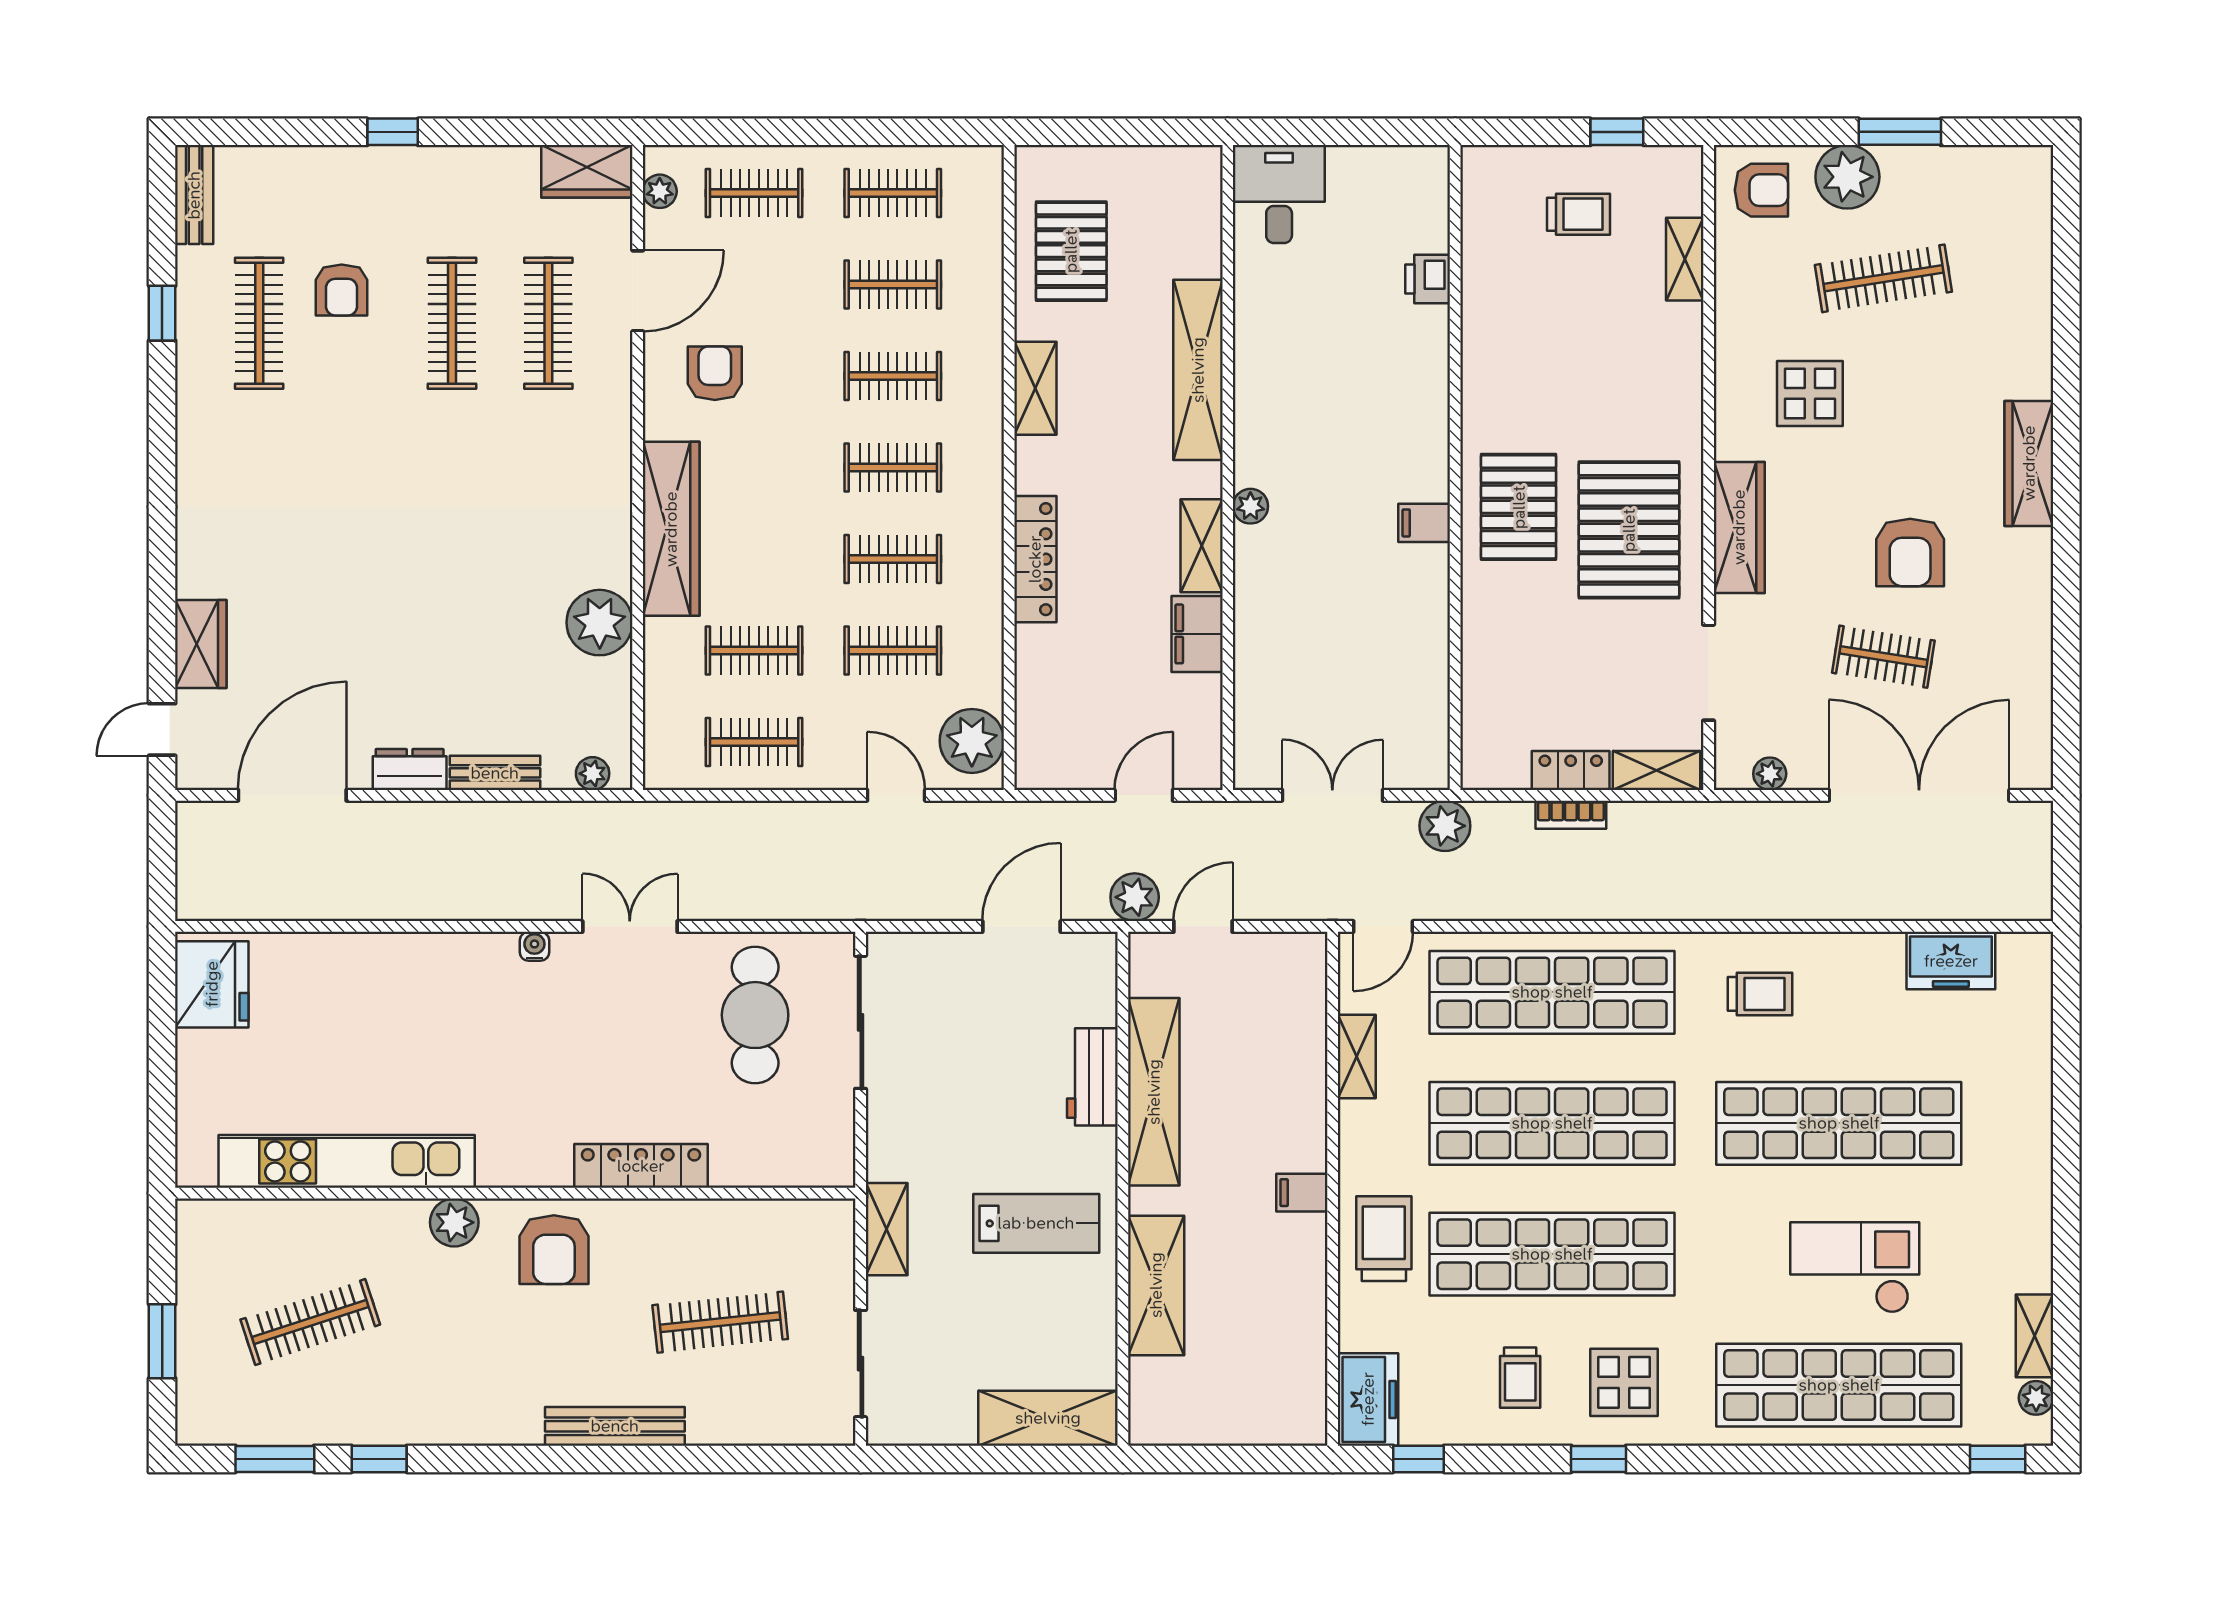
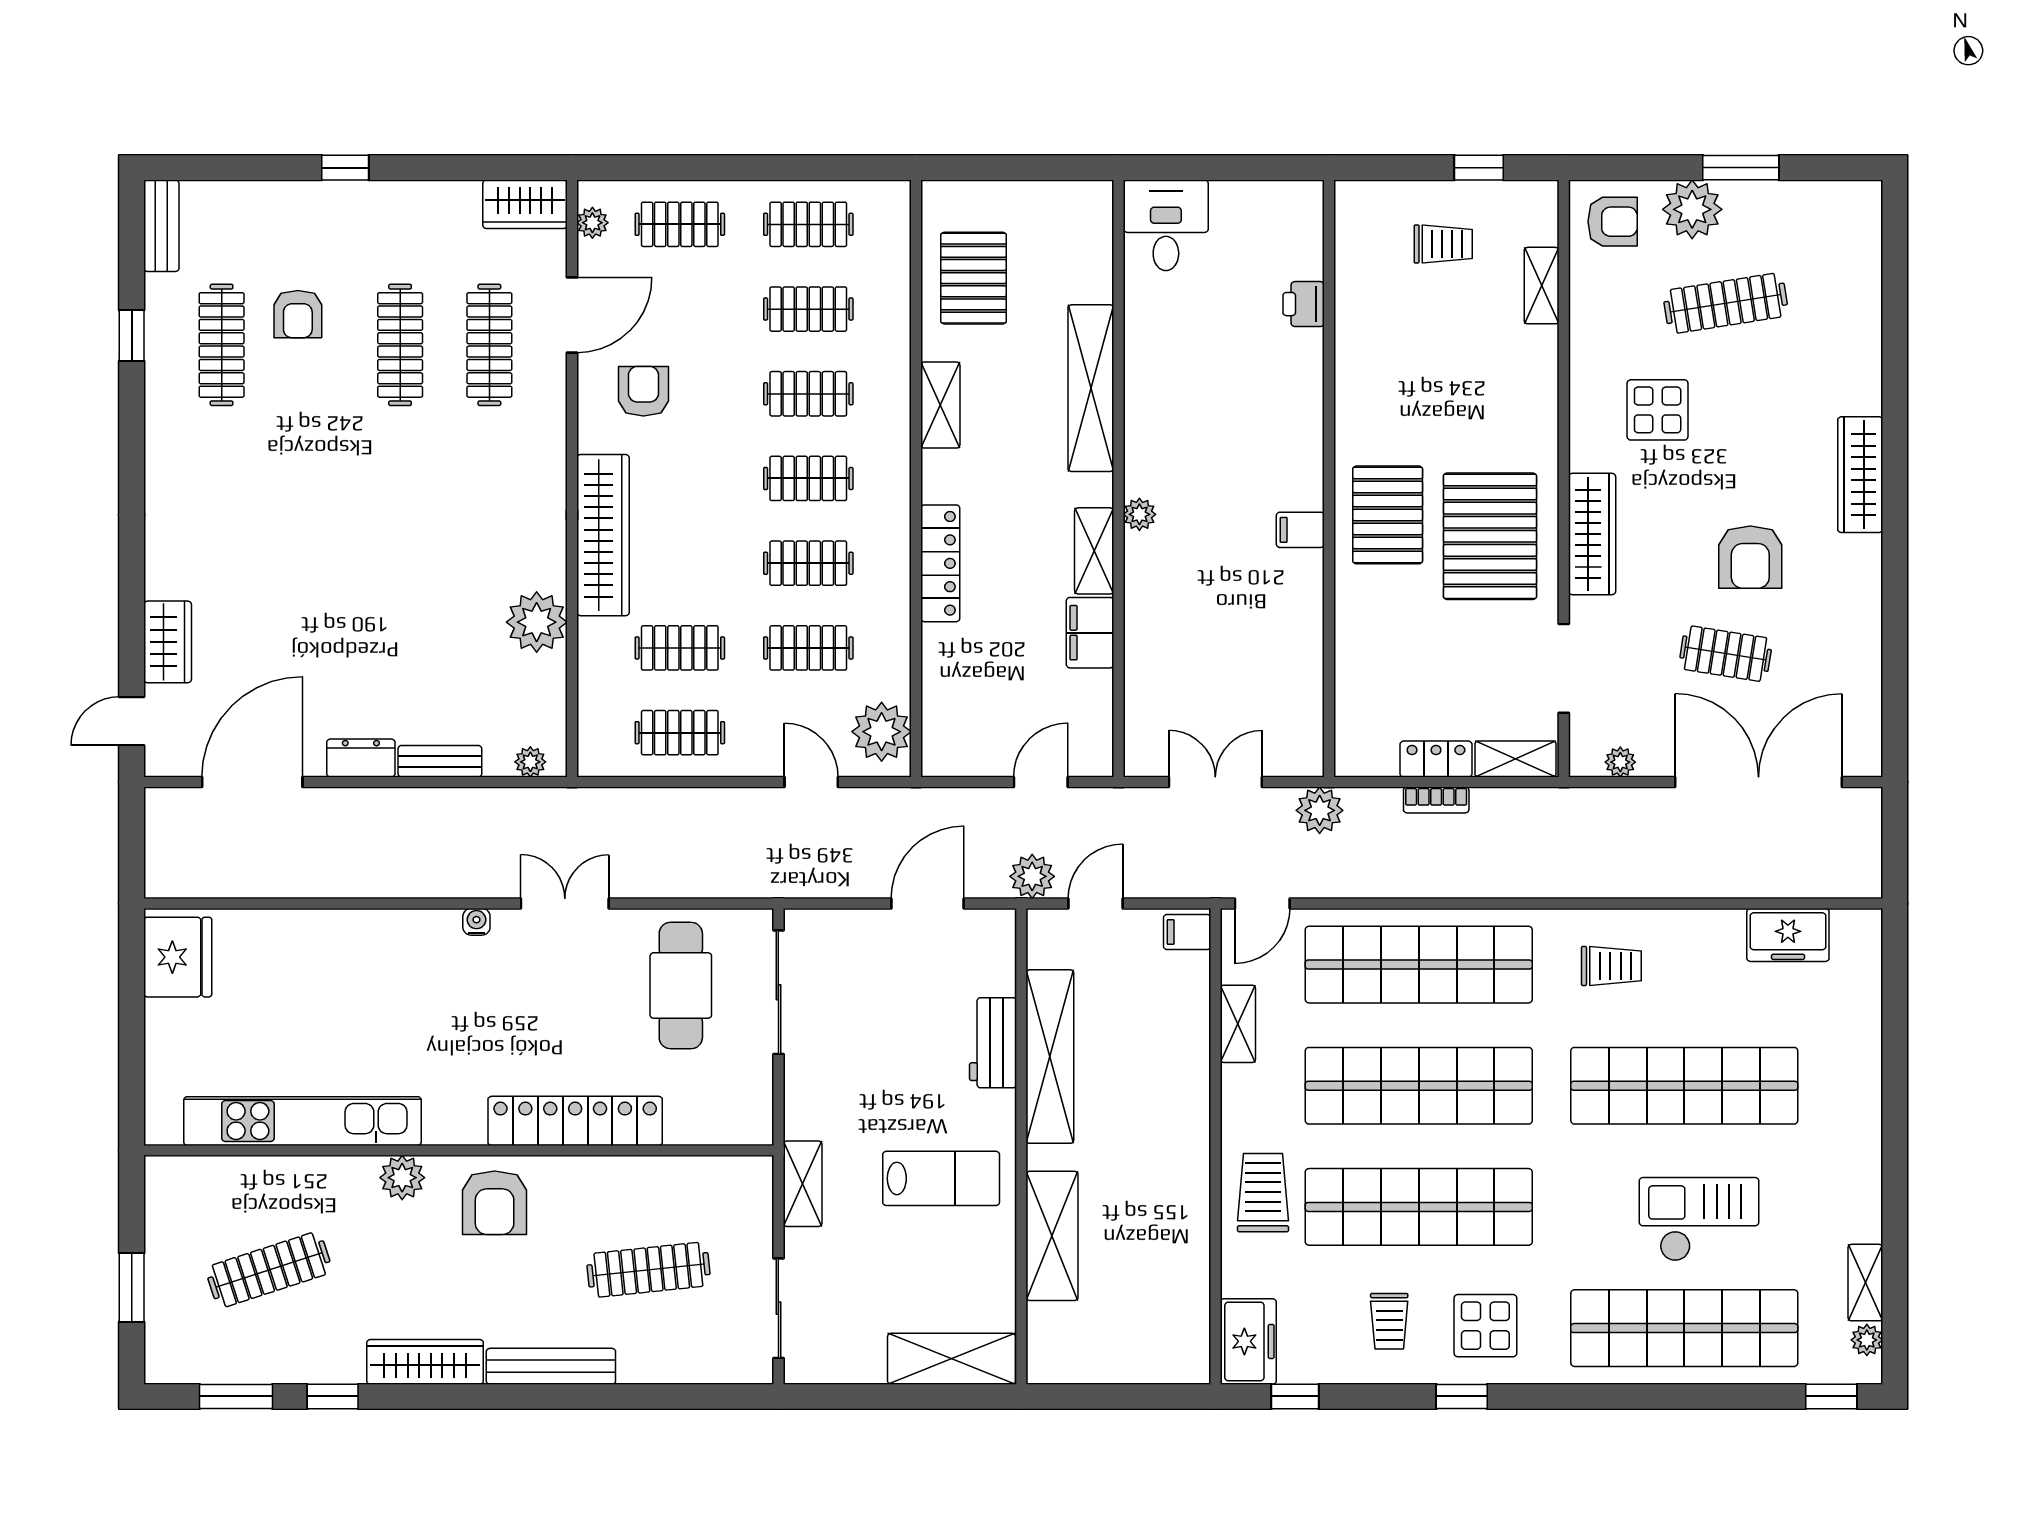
locker: (641, 1166) -> (575, 1121), width x1.41, depth x1.21
filing cabinet: (1302, 1193) -> (1187, 932), moved
wardrobe: (479, 1421) -> (425, 1362), added

